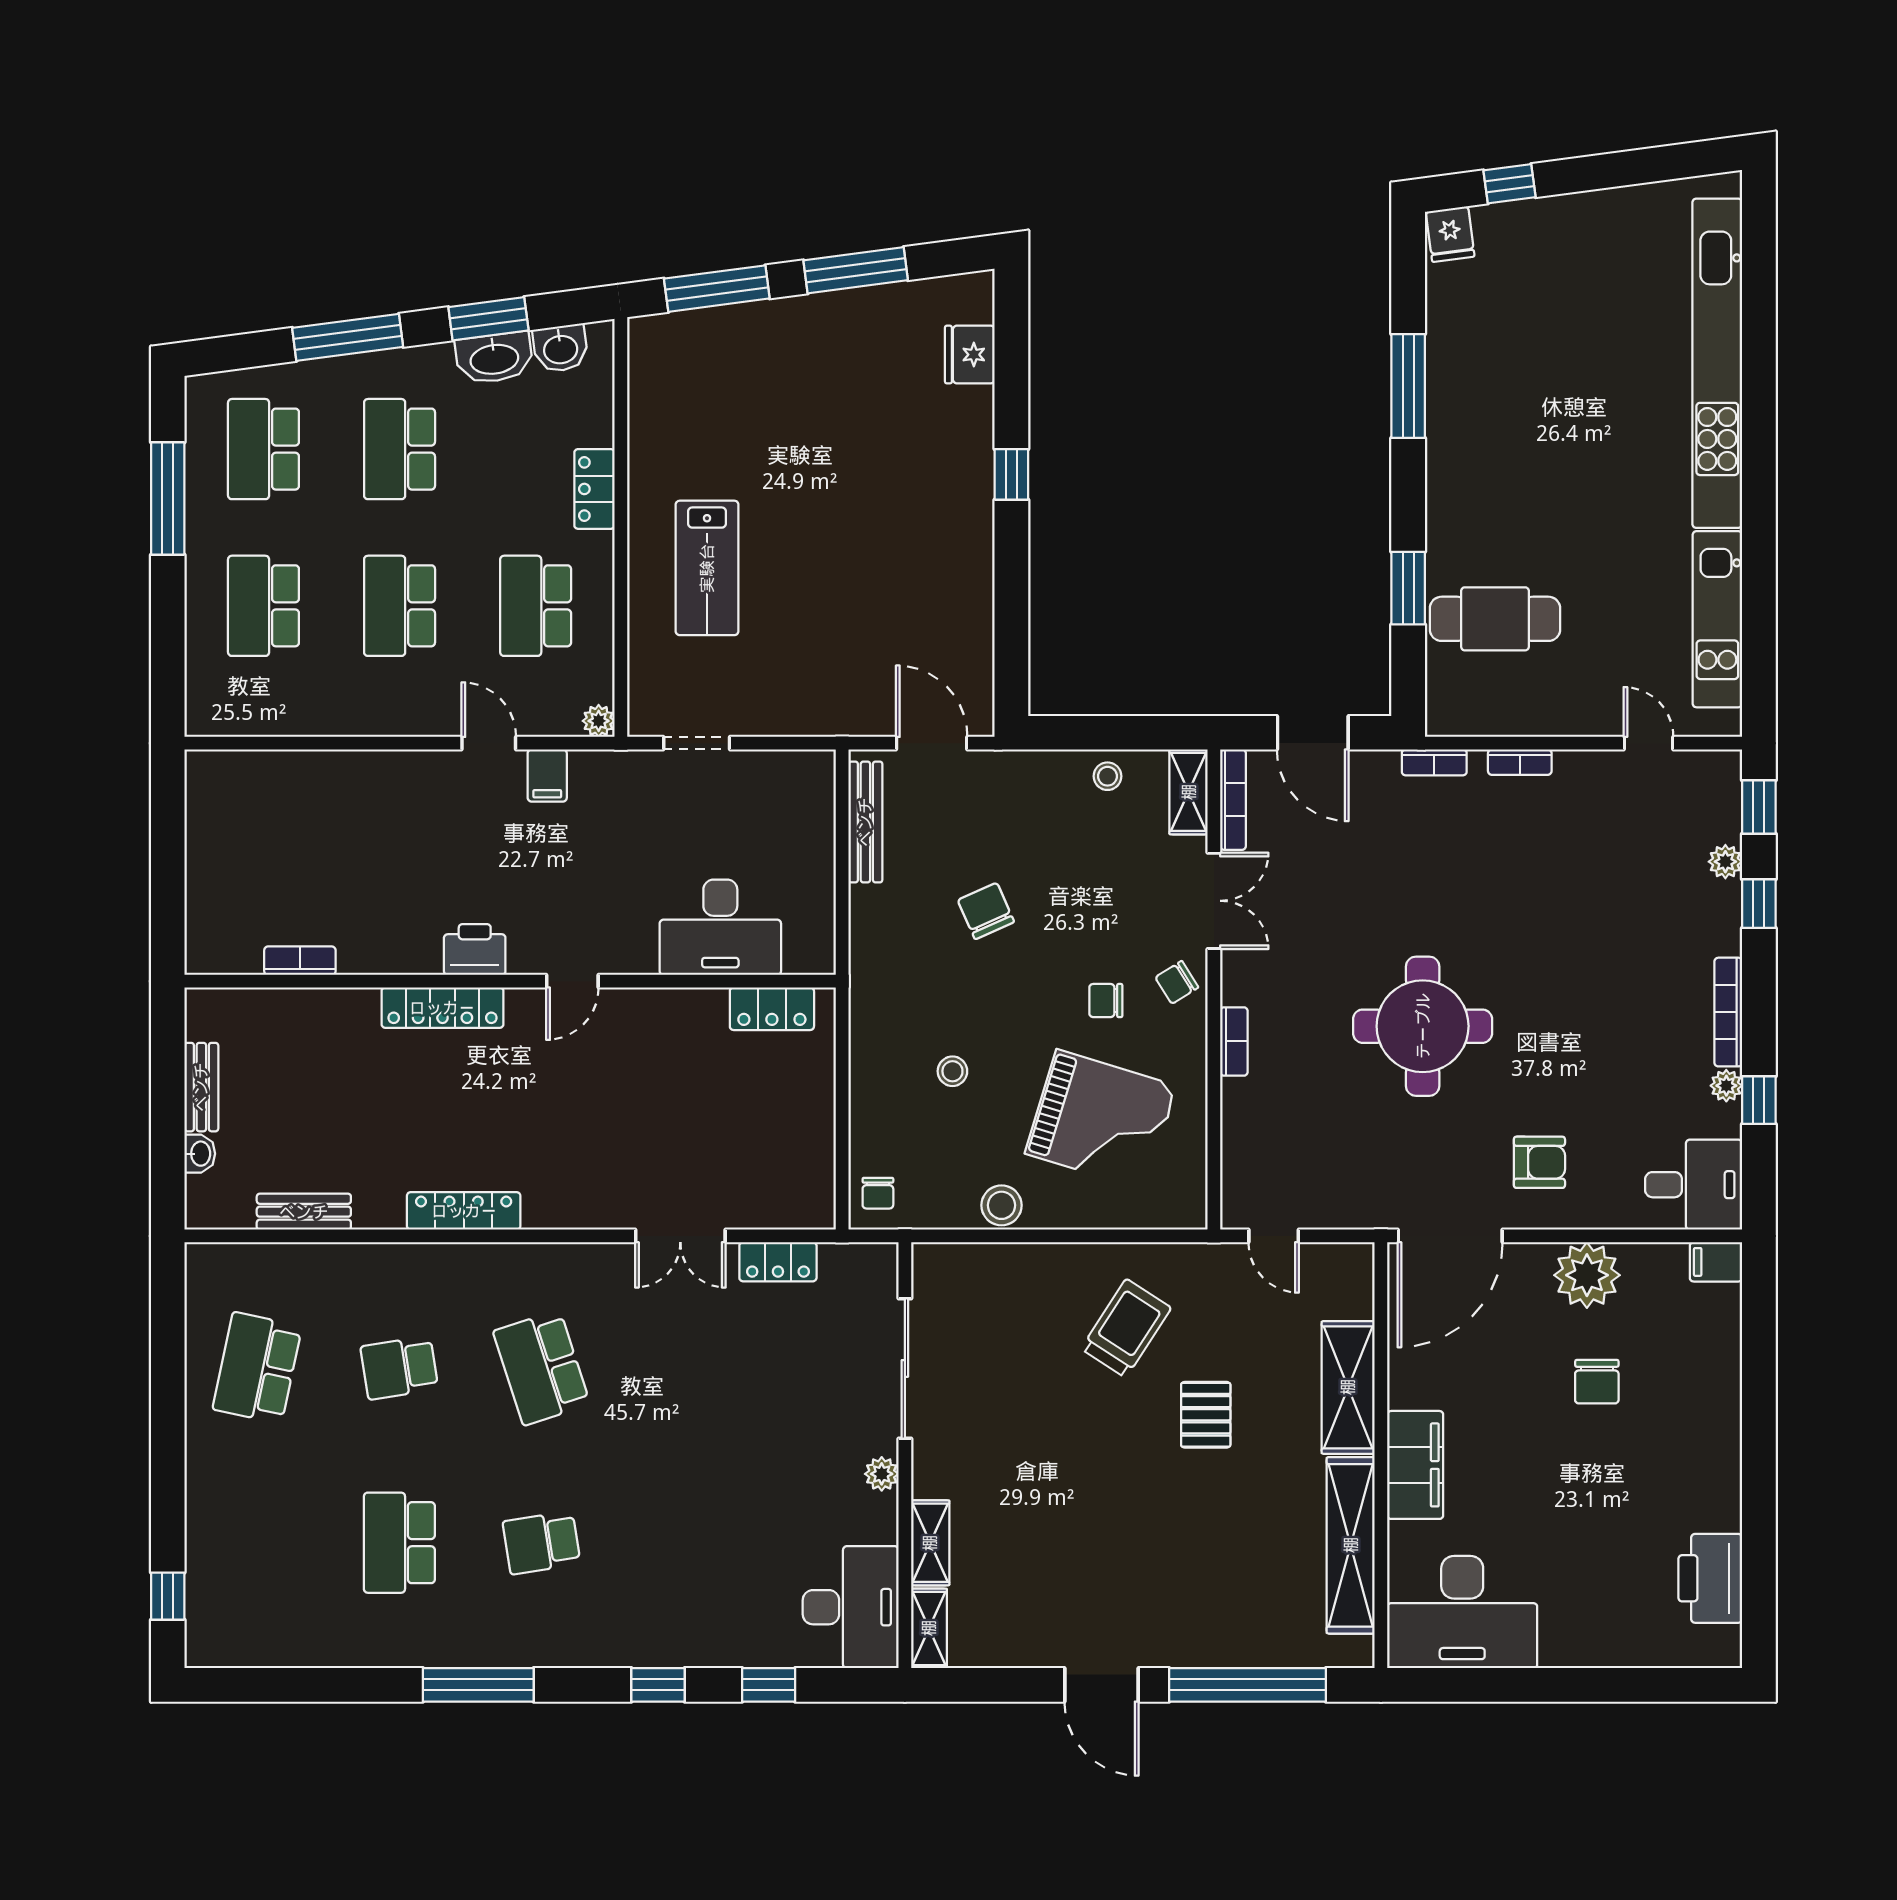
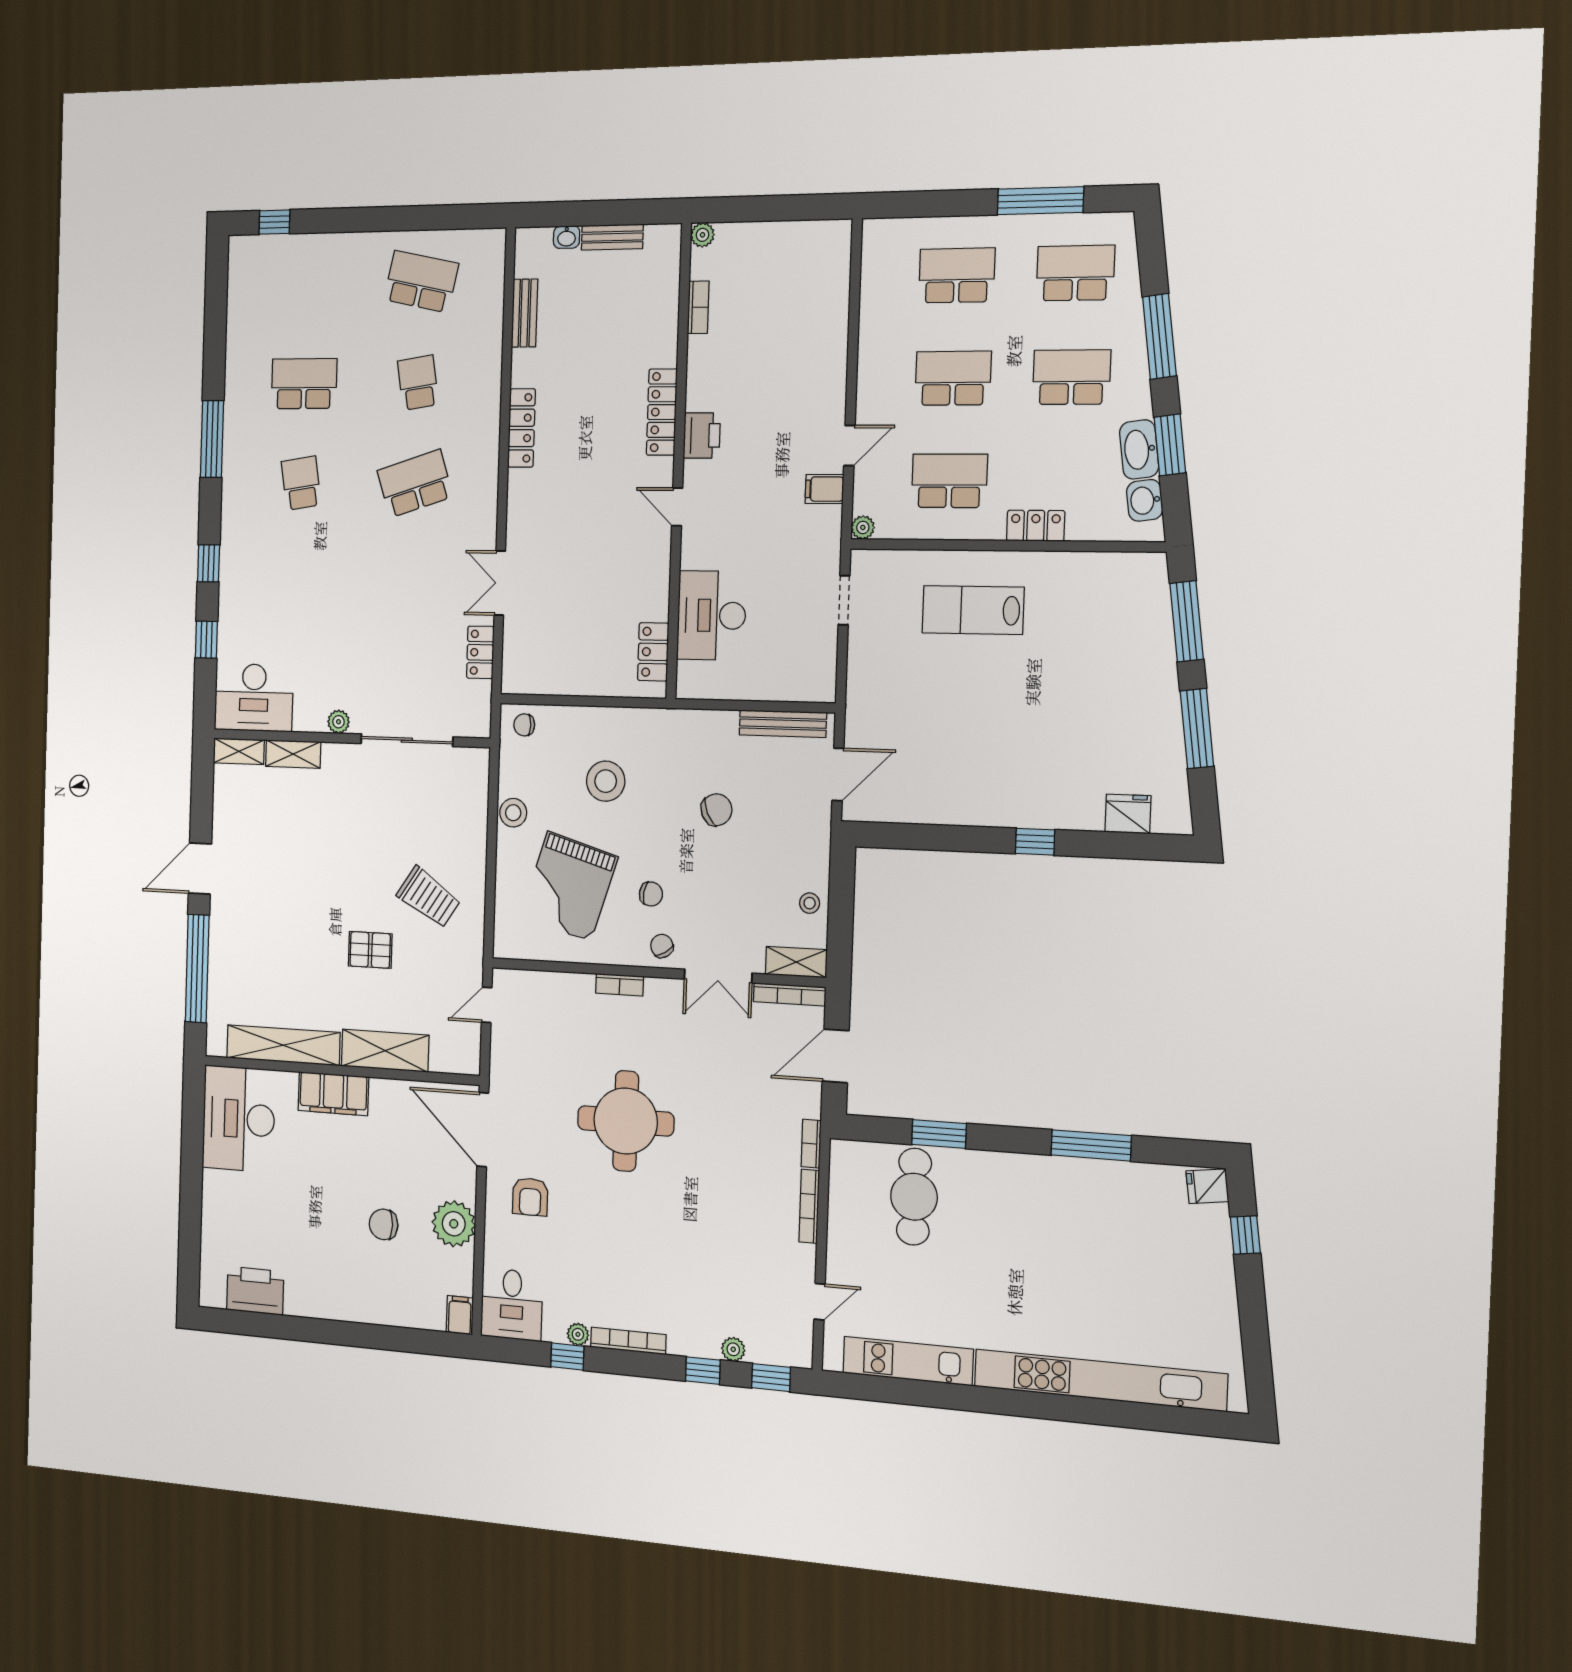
bookcase: (1520, 762) -> (809, 1206), width x1.56
plant: (201, 958) -> (702, 235), added
chair: (1106, 1001) -> (651, 894), turned 99
stool: (952, 1071) -> (606, 781), width x1.89, depth x1.89

